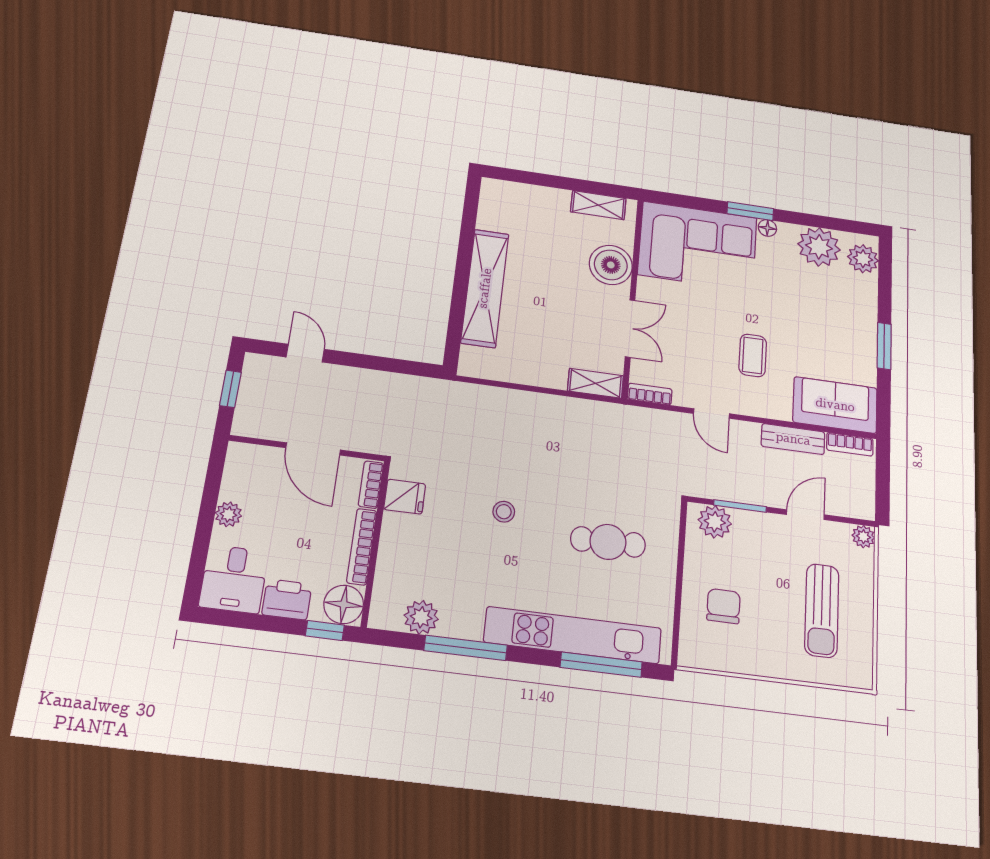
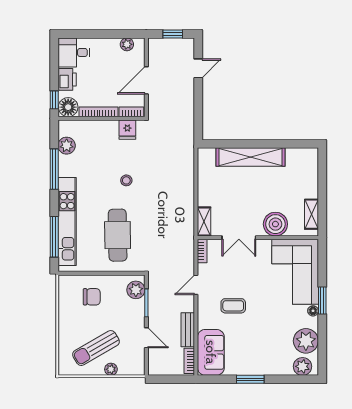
plant: (228, 514) -> (127, 44), moved
plant: (863, 537) -> (111, 369), moved
cafe table: (608, 542) -> (118, 235), width x1.37, depth x1.35
sun lounger: (822, 610) -> (96, 348), turned -30

